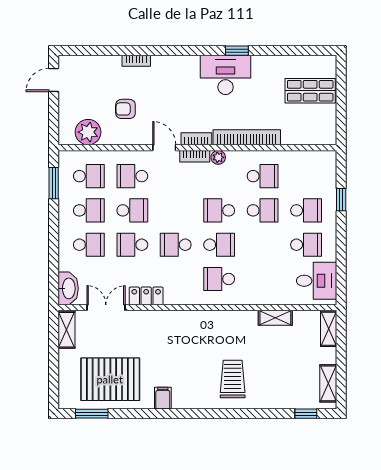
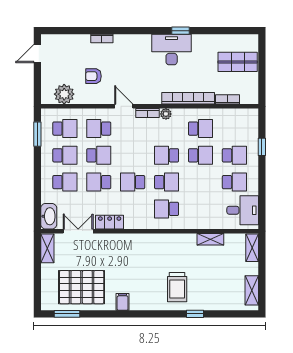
bookcase: (196, 139) -> (228, 99), moved
trolley: (233, 379) -> (177, 287), turned 180
window: (306, 414) -> (195, 314), moved

